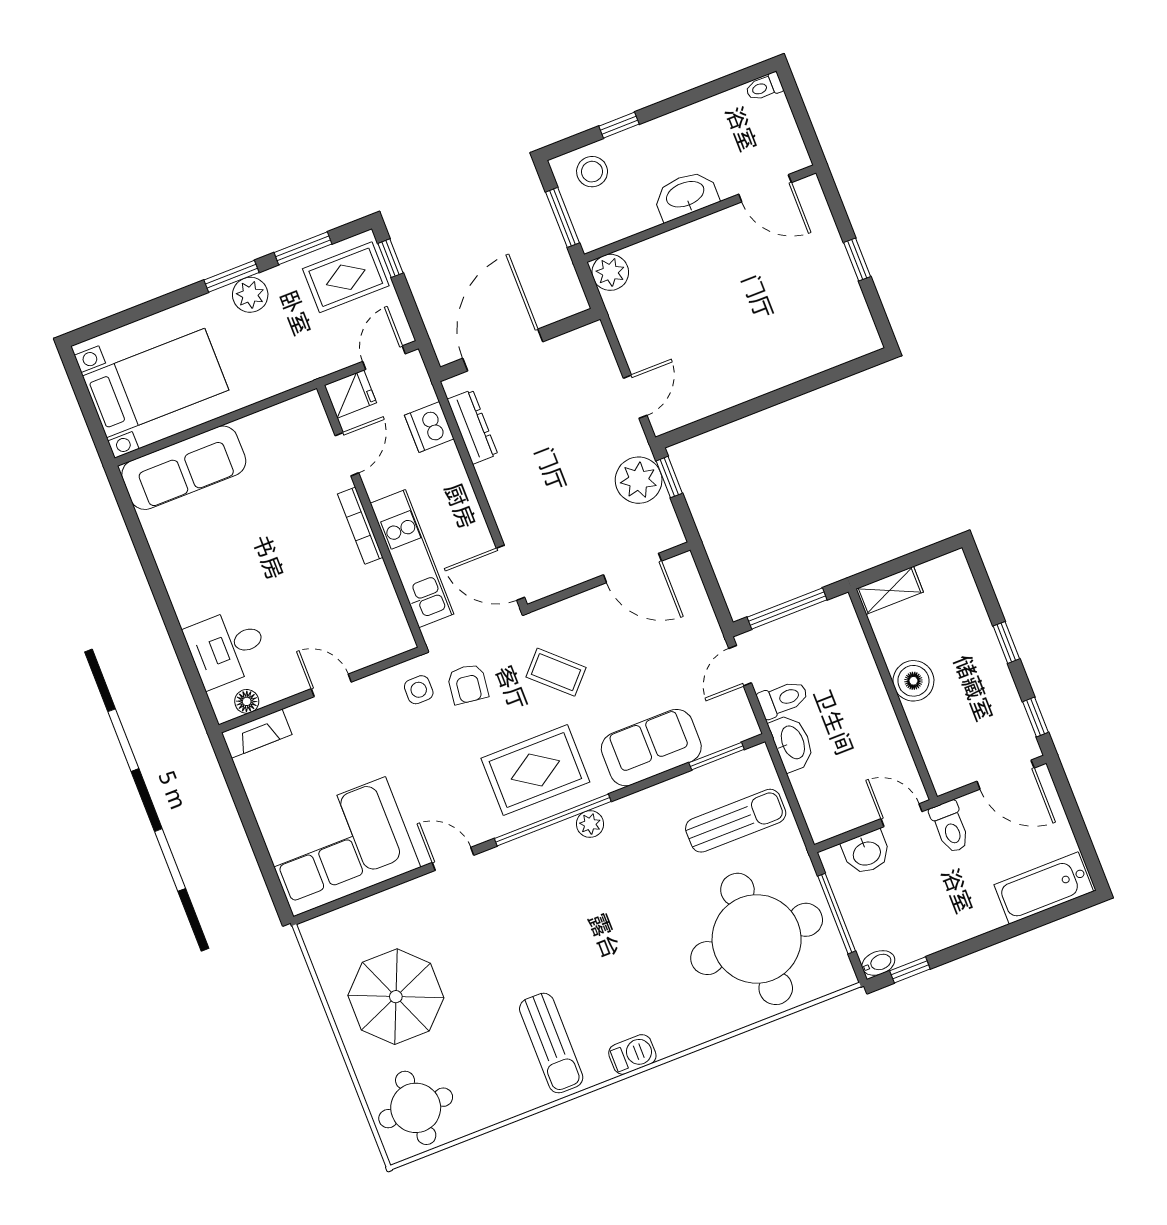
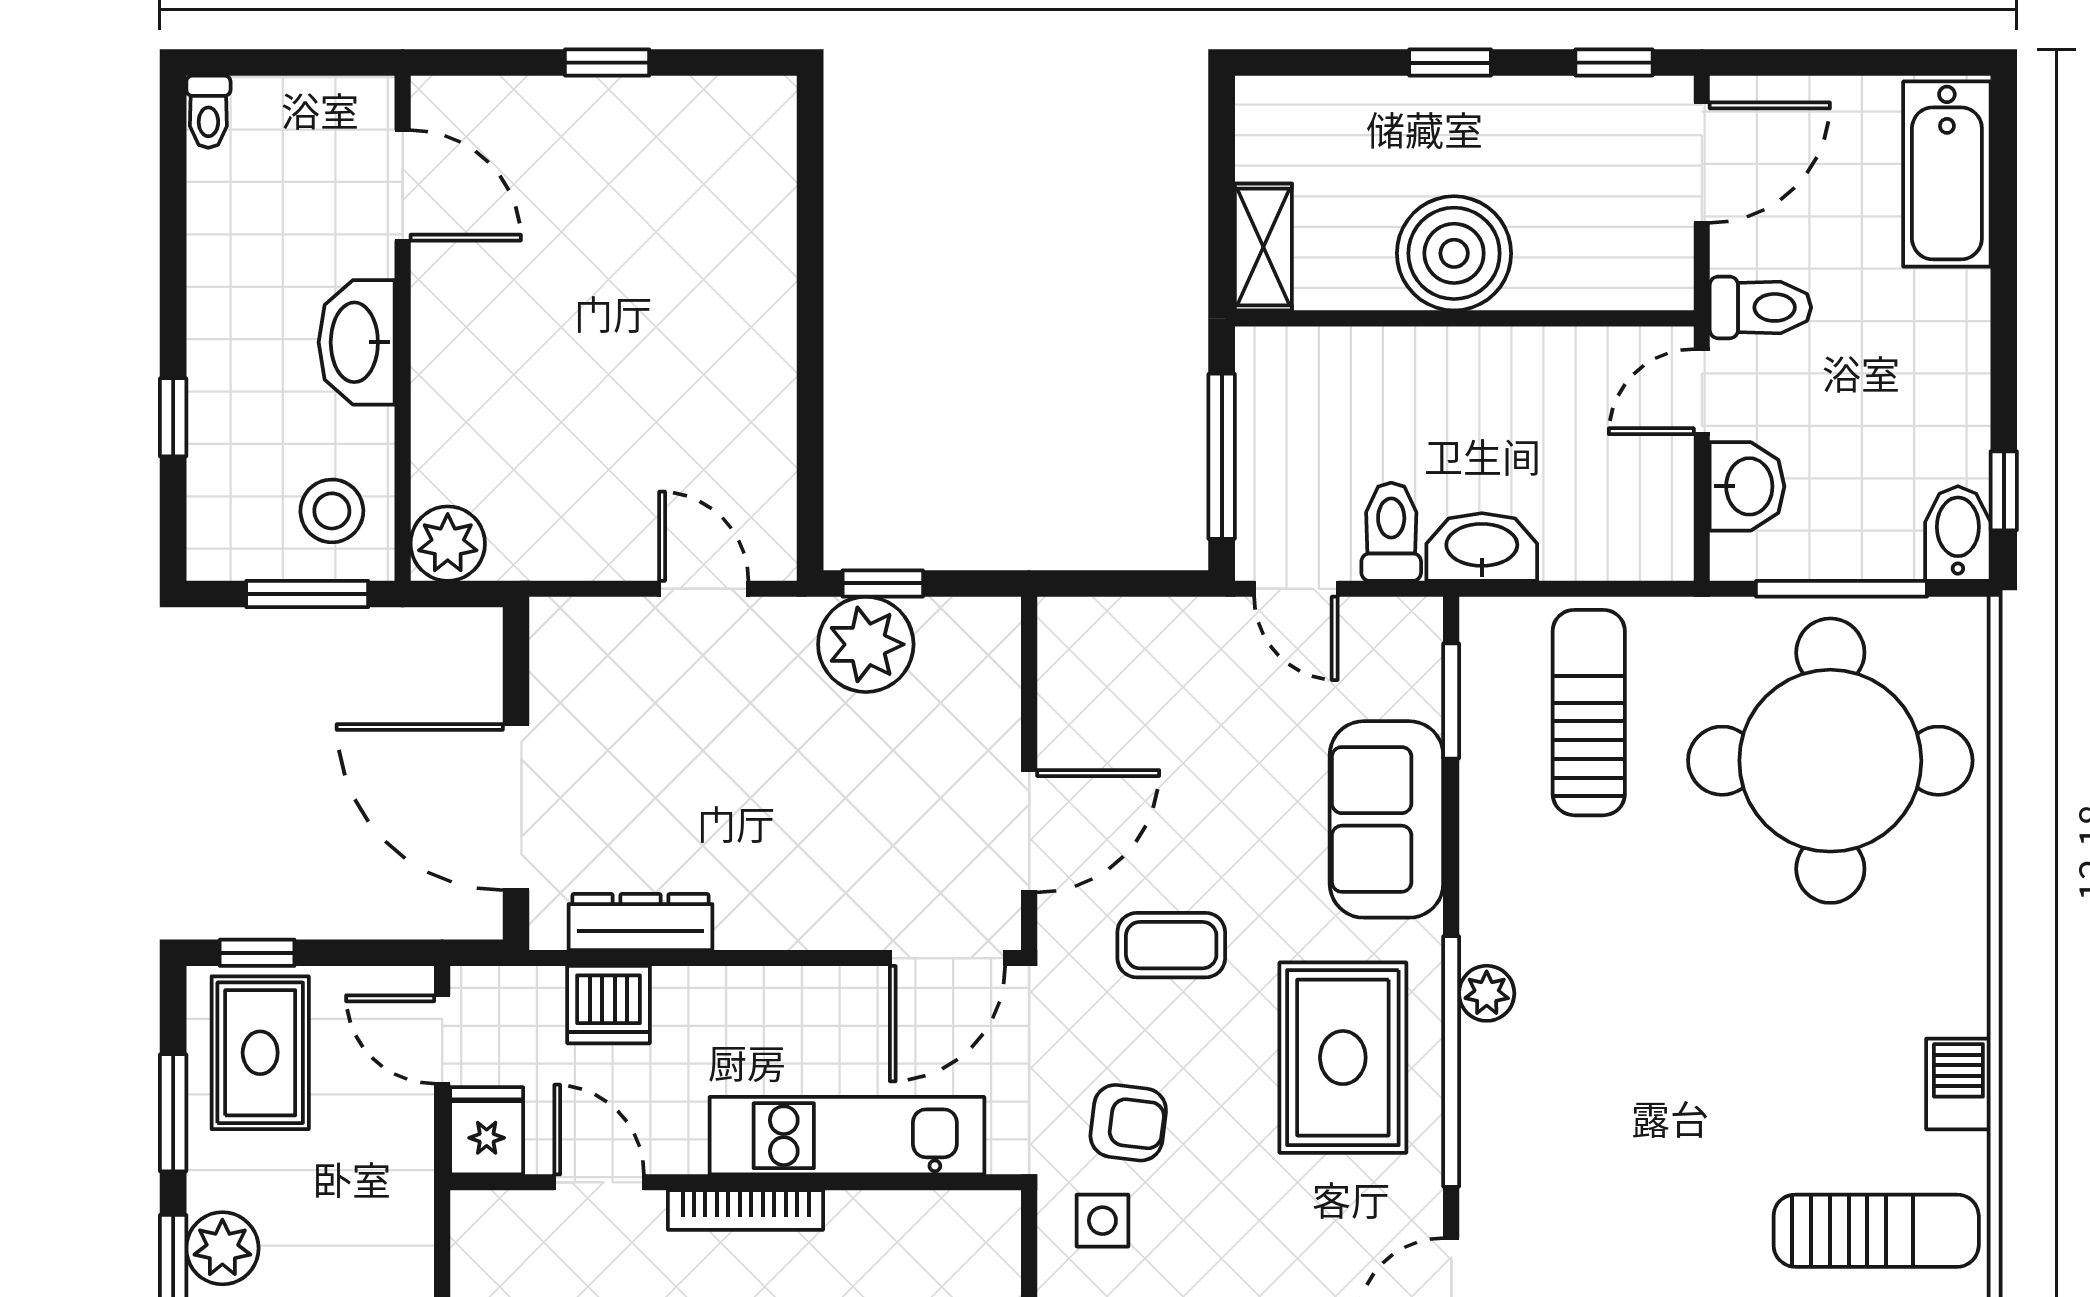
stool: (592, 172) -> (332, 511), moved
door: (765, 188) -> (403, 185), hinge flipped
door: (632, 568) -> (1029, 831), moved
coffee table: (556, 672) -> (1171, 945), turned 47
boiler: (913, 681) -> (1454, 253), width x1.37, depth x1.37
bidet: (878, 963) -> (1958, 533), width x1.38, depth x1.36

